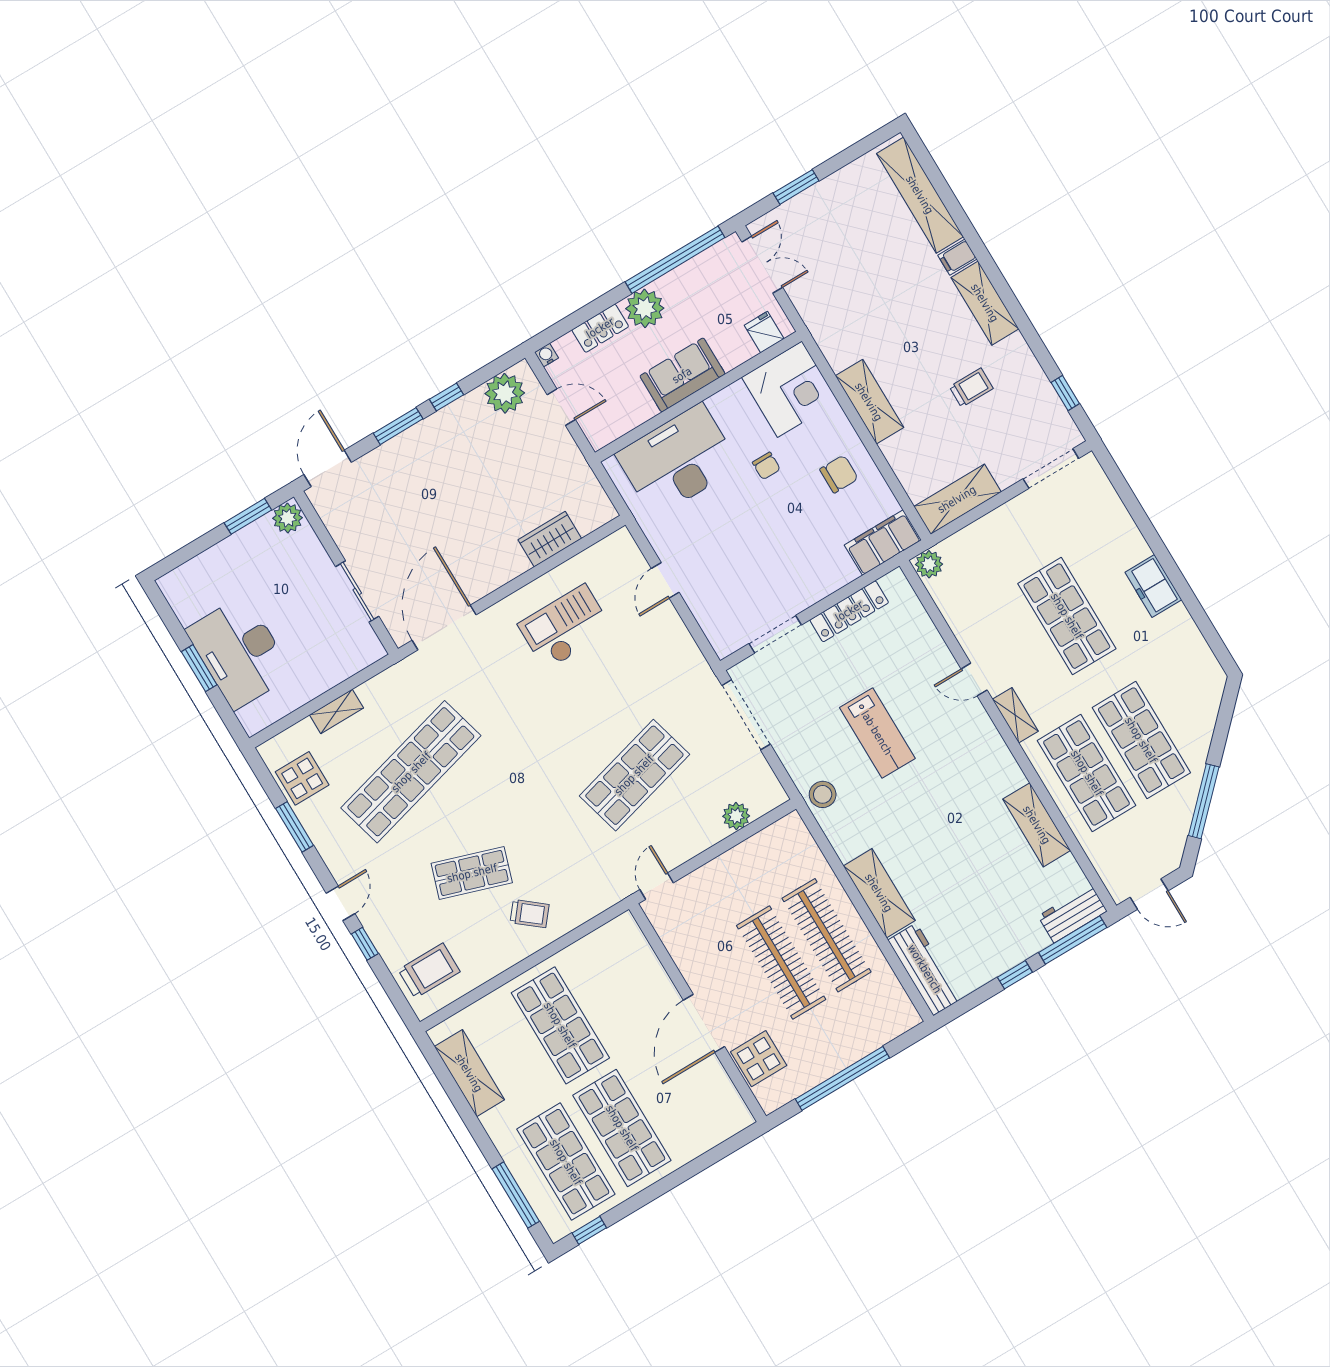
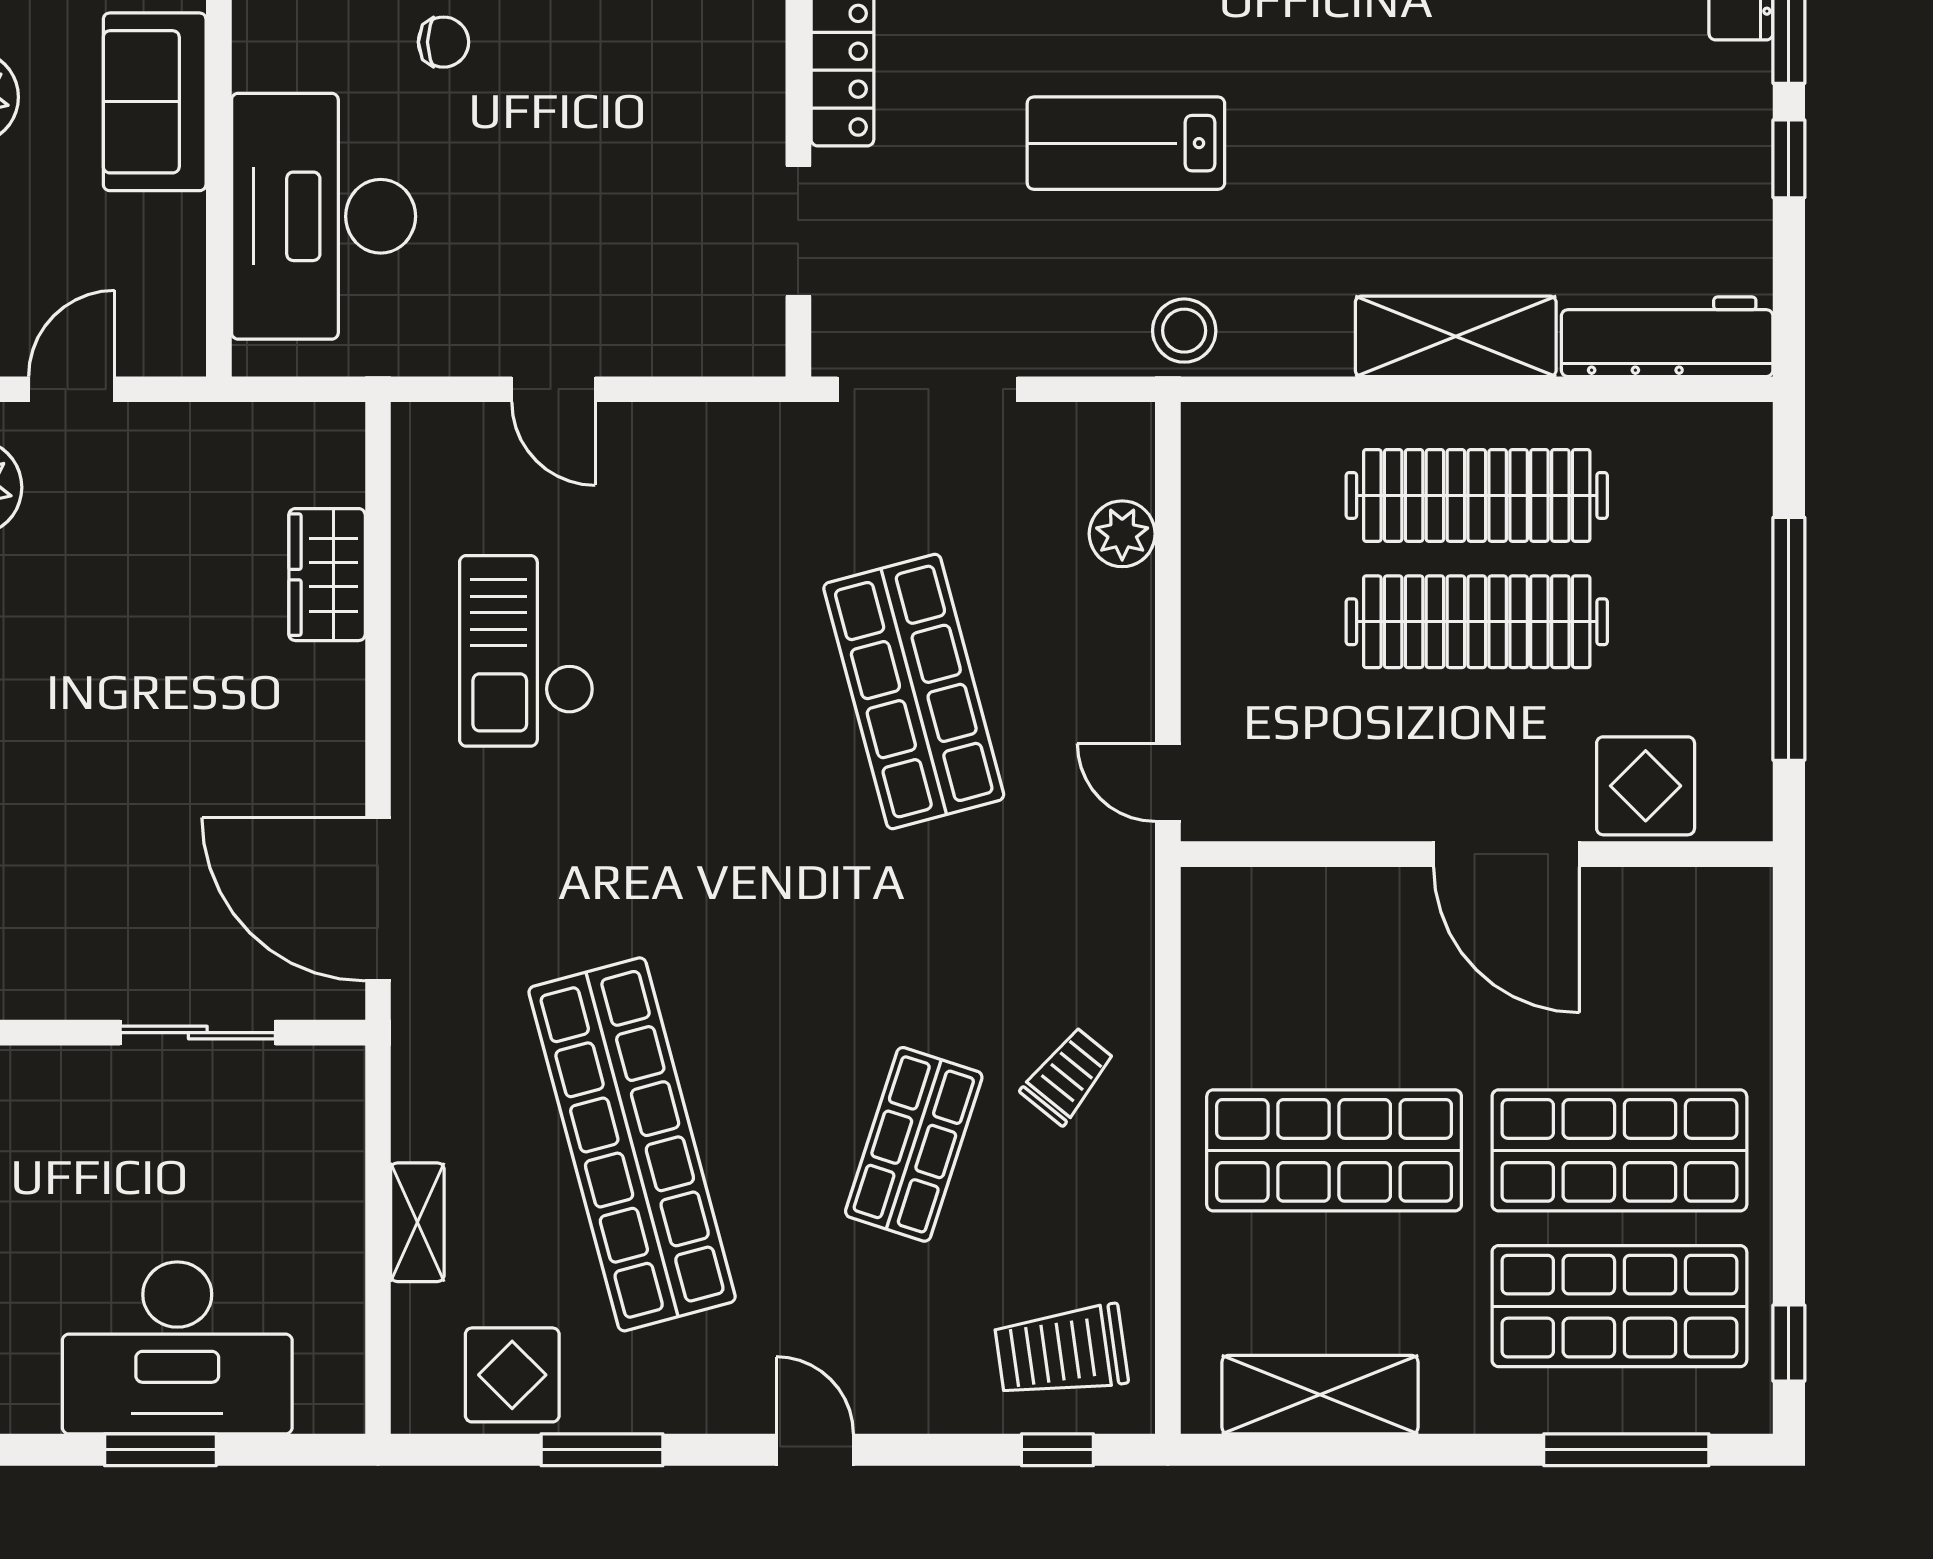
lab bench: (877, 733) -> (1126, 143), turned 180
window: (365, 944) -> (1057, 1450), moved
trolley: (429, 971) -> (1061, 1351), turned -98

